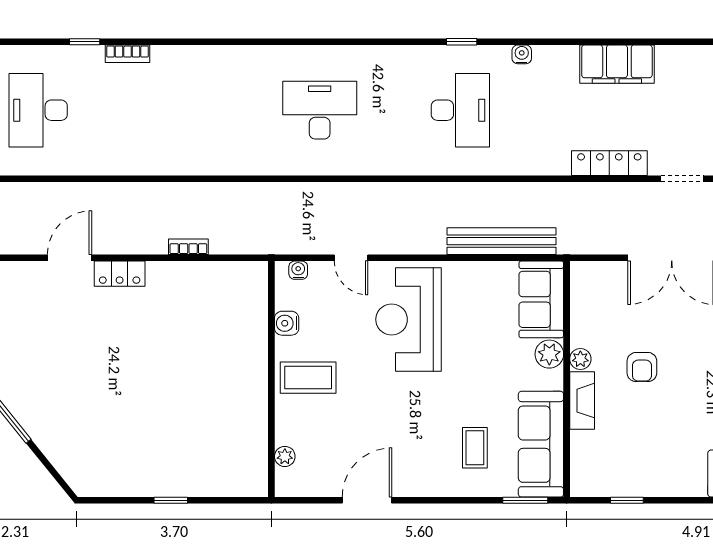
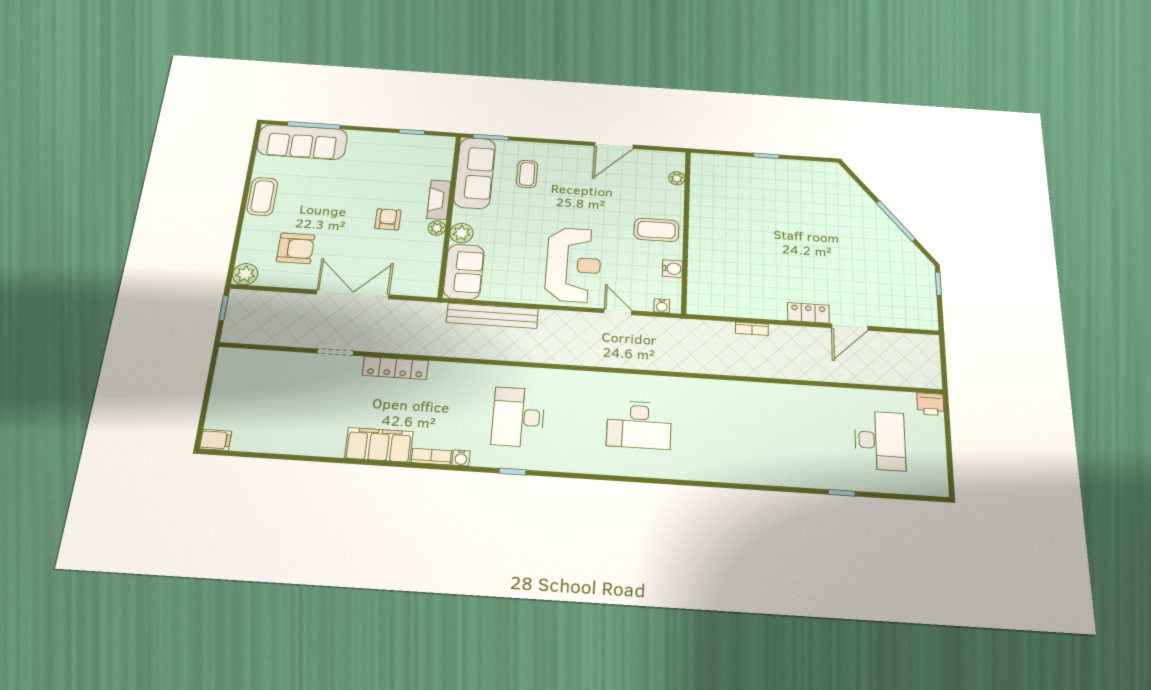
bookcase: (128, 54) -> (431, 457), moved

